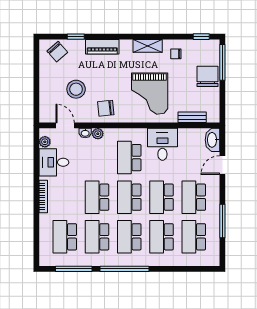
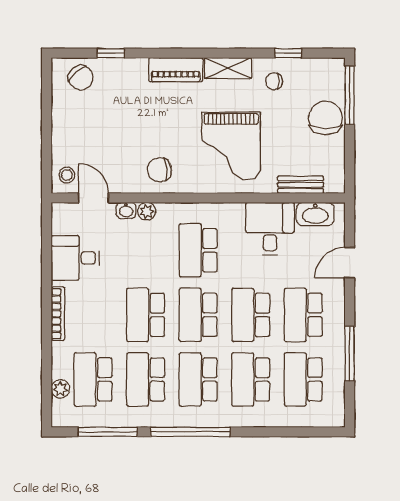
window: (201, 37) -> (288, 53), moved
piano: (102, 47) -> (176, 70), moved
stool: (76, 89) -> (67, 175), moved, width x0.53, depth x0.53
washbasin: (212, 140) -> (315, 214), moved, turned -90
plant: (45, 142) -> (60, 389), moved
desk: (162, 144) -> (270, 229), moved

